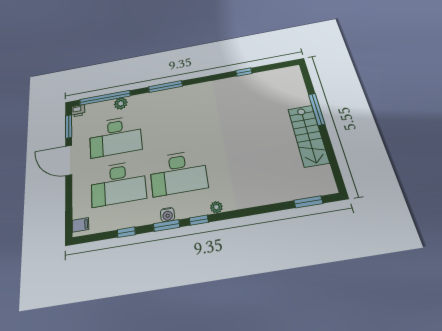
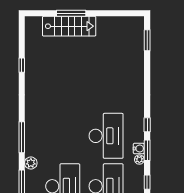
plant: (121, 103) -> (31, 163), moved
stairs: (308, 135) -> (69, 26), moved
plant: (216, 207) -> (139, 160), moved

